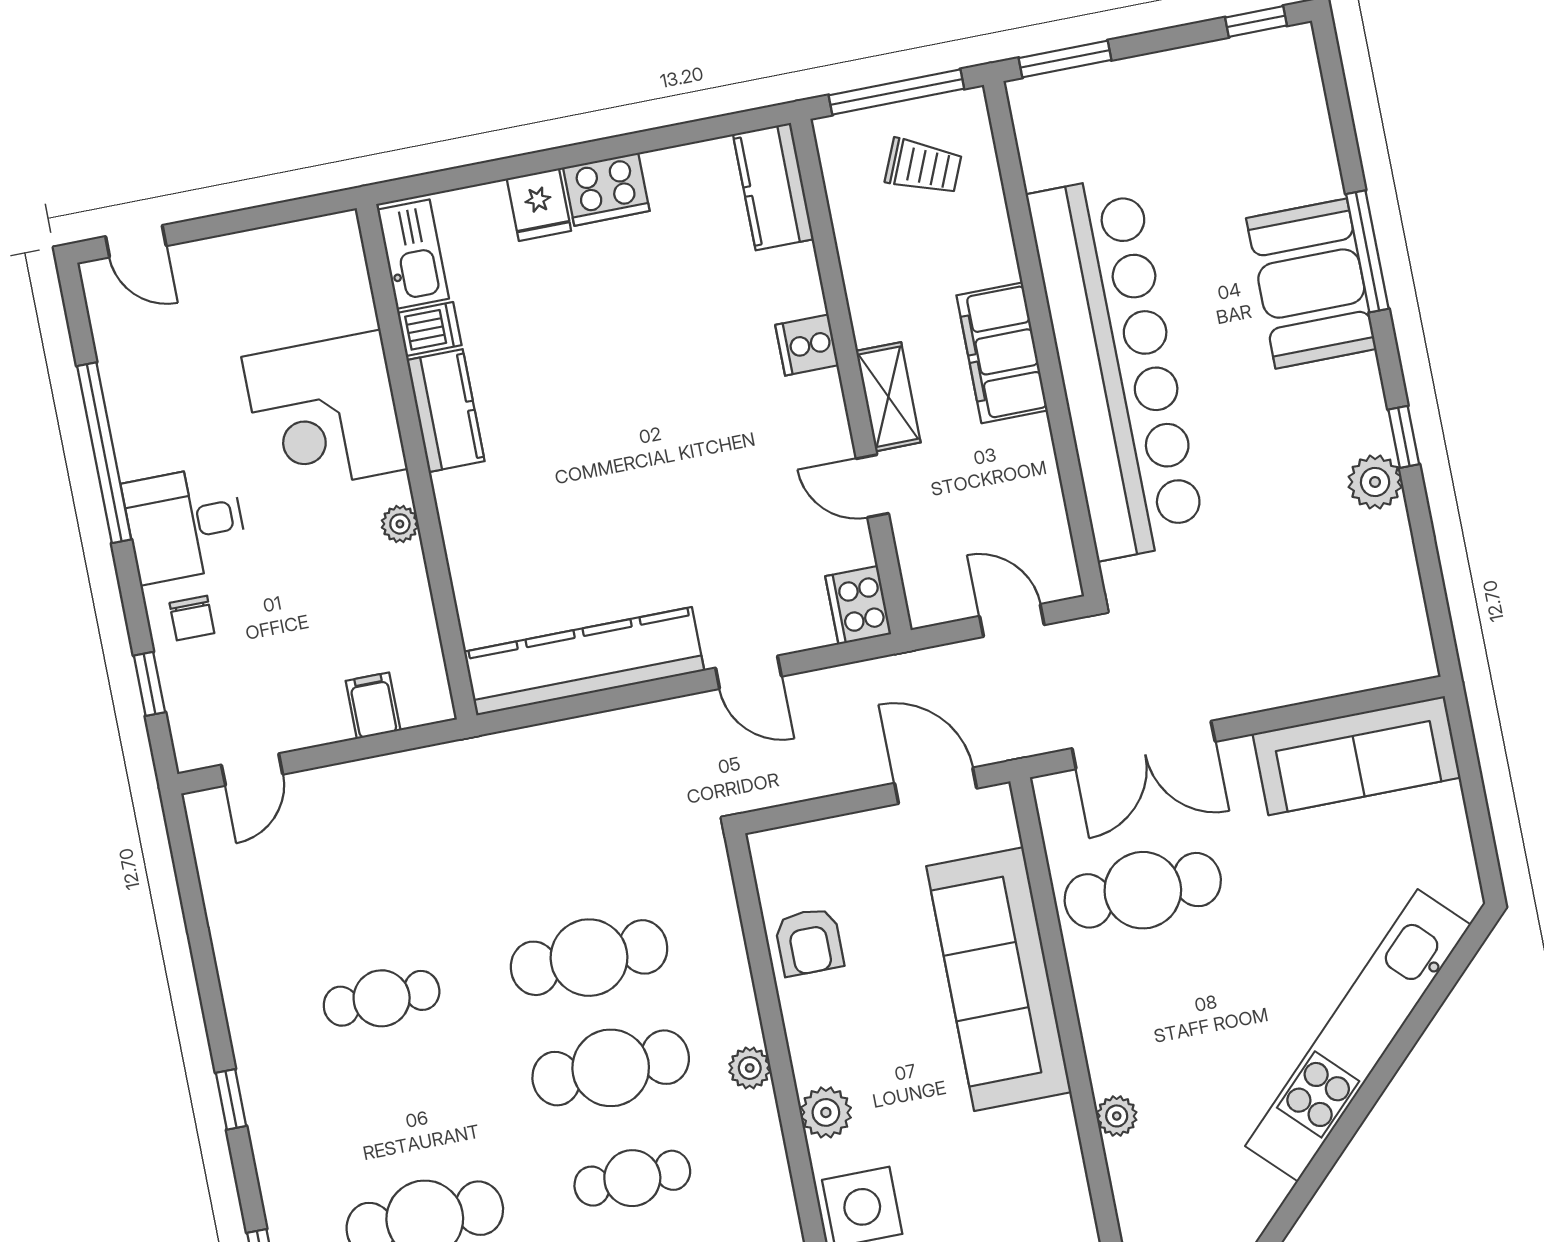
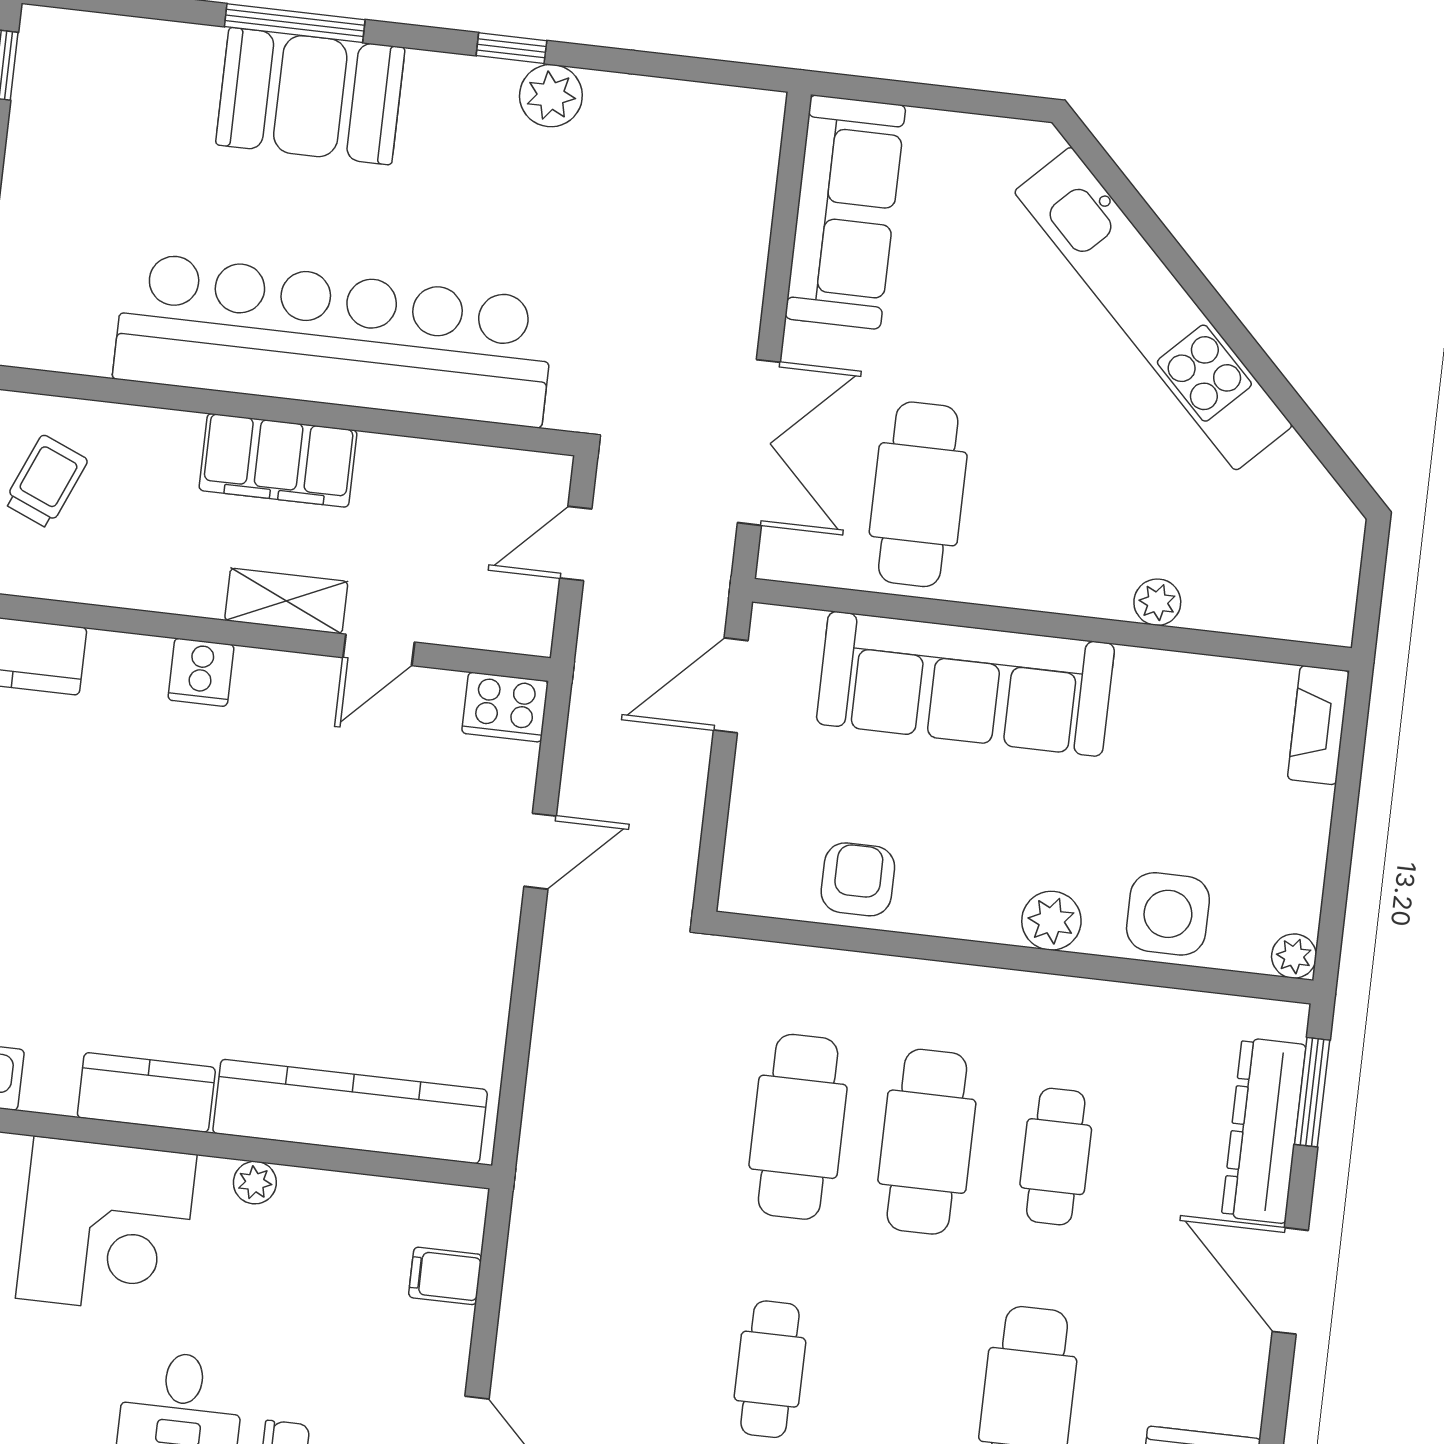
dishwasher: (430, 329) -> (51, 1082), removed
kitchen counter: (584, 661) -> (350, 1111), moved, turned 90
armchair: (809, 942) -> (858, 879), turned -90
plant: (750, 1068) -> (976, 989), removed

